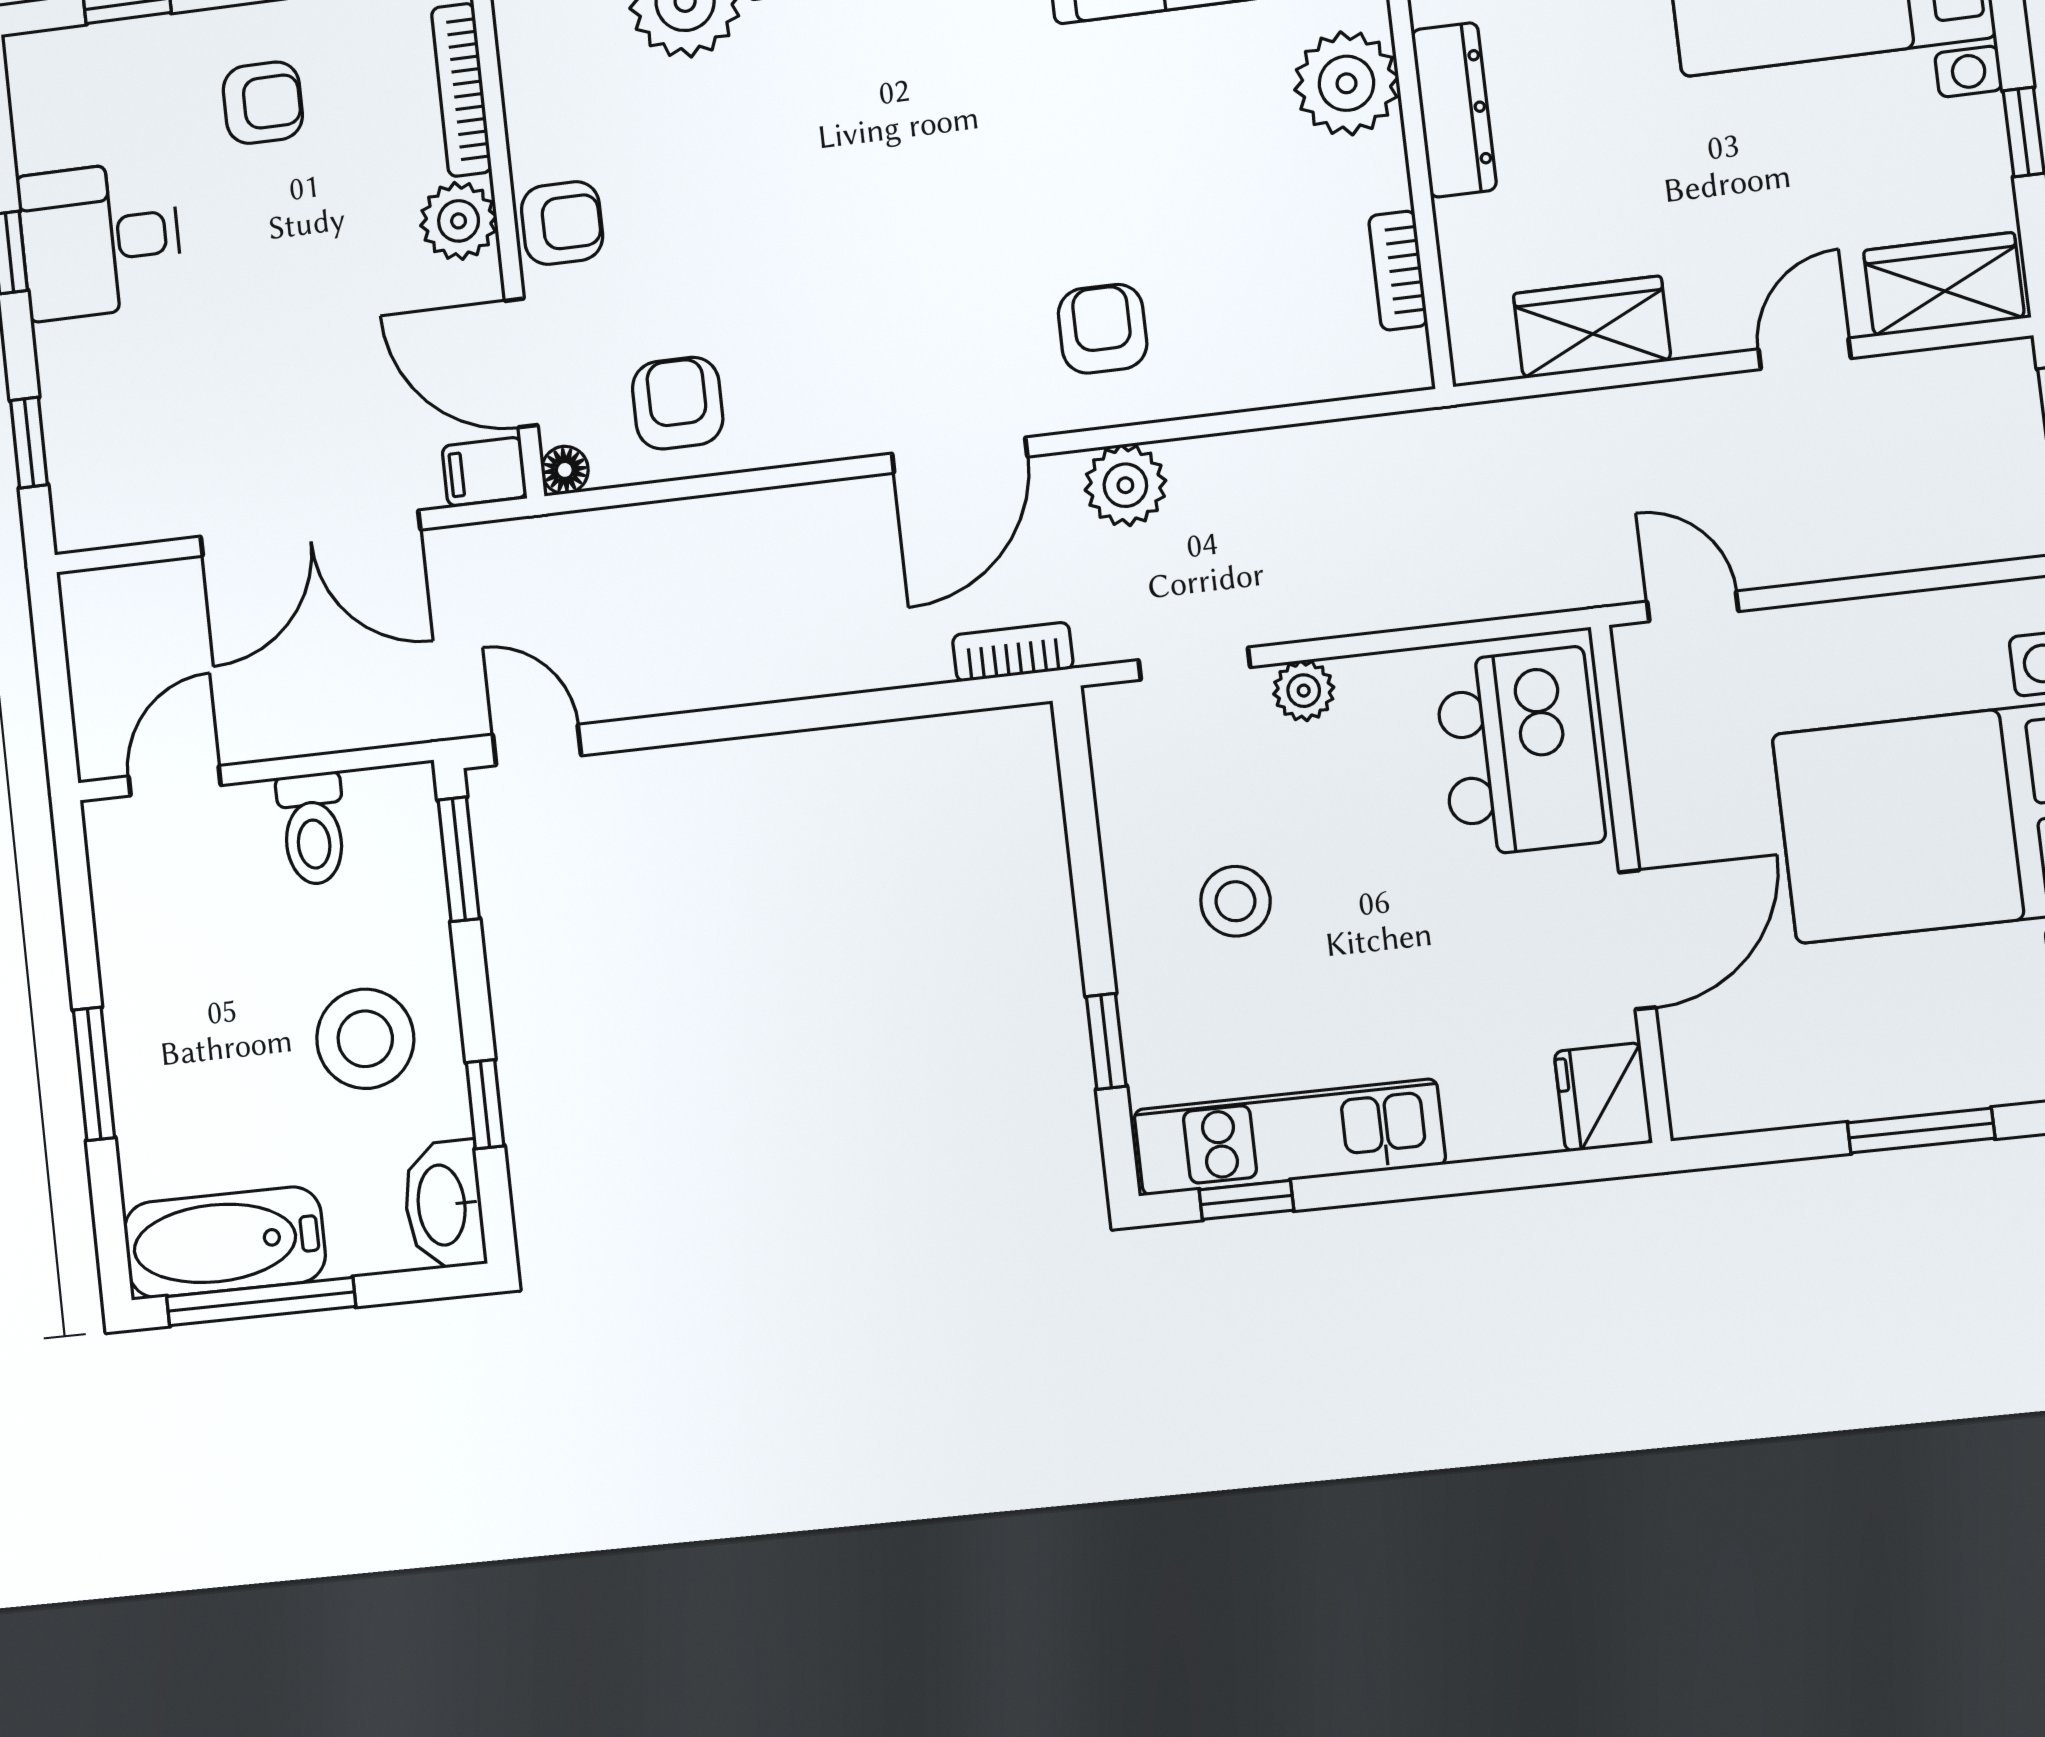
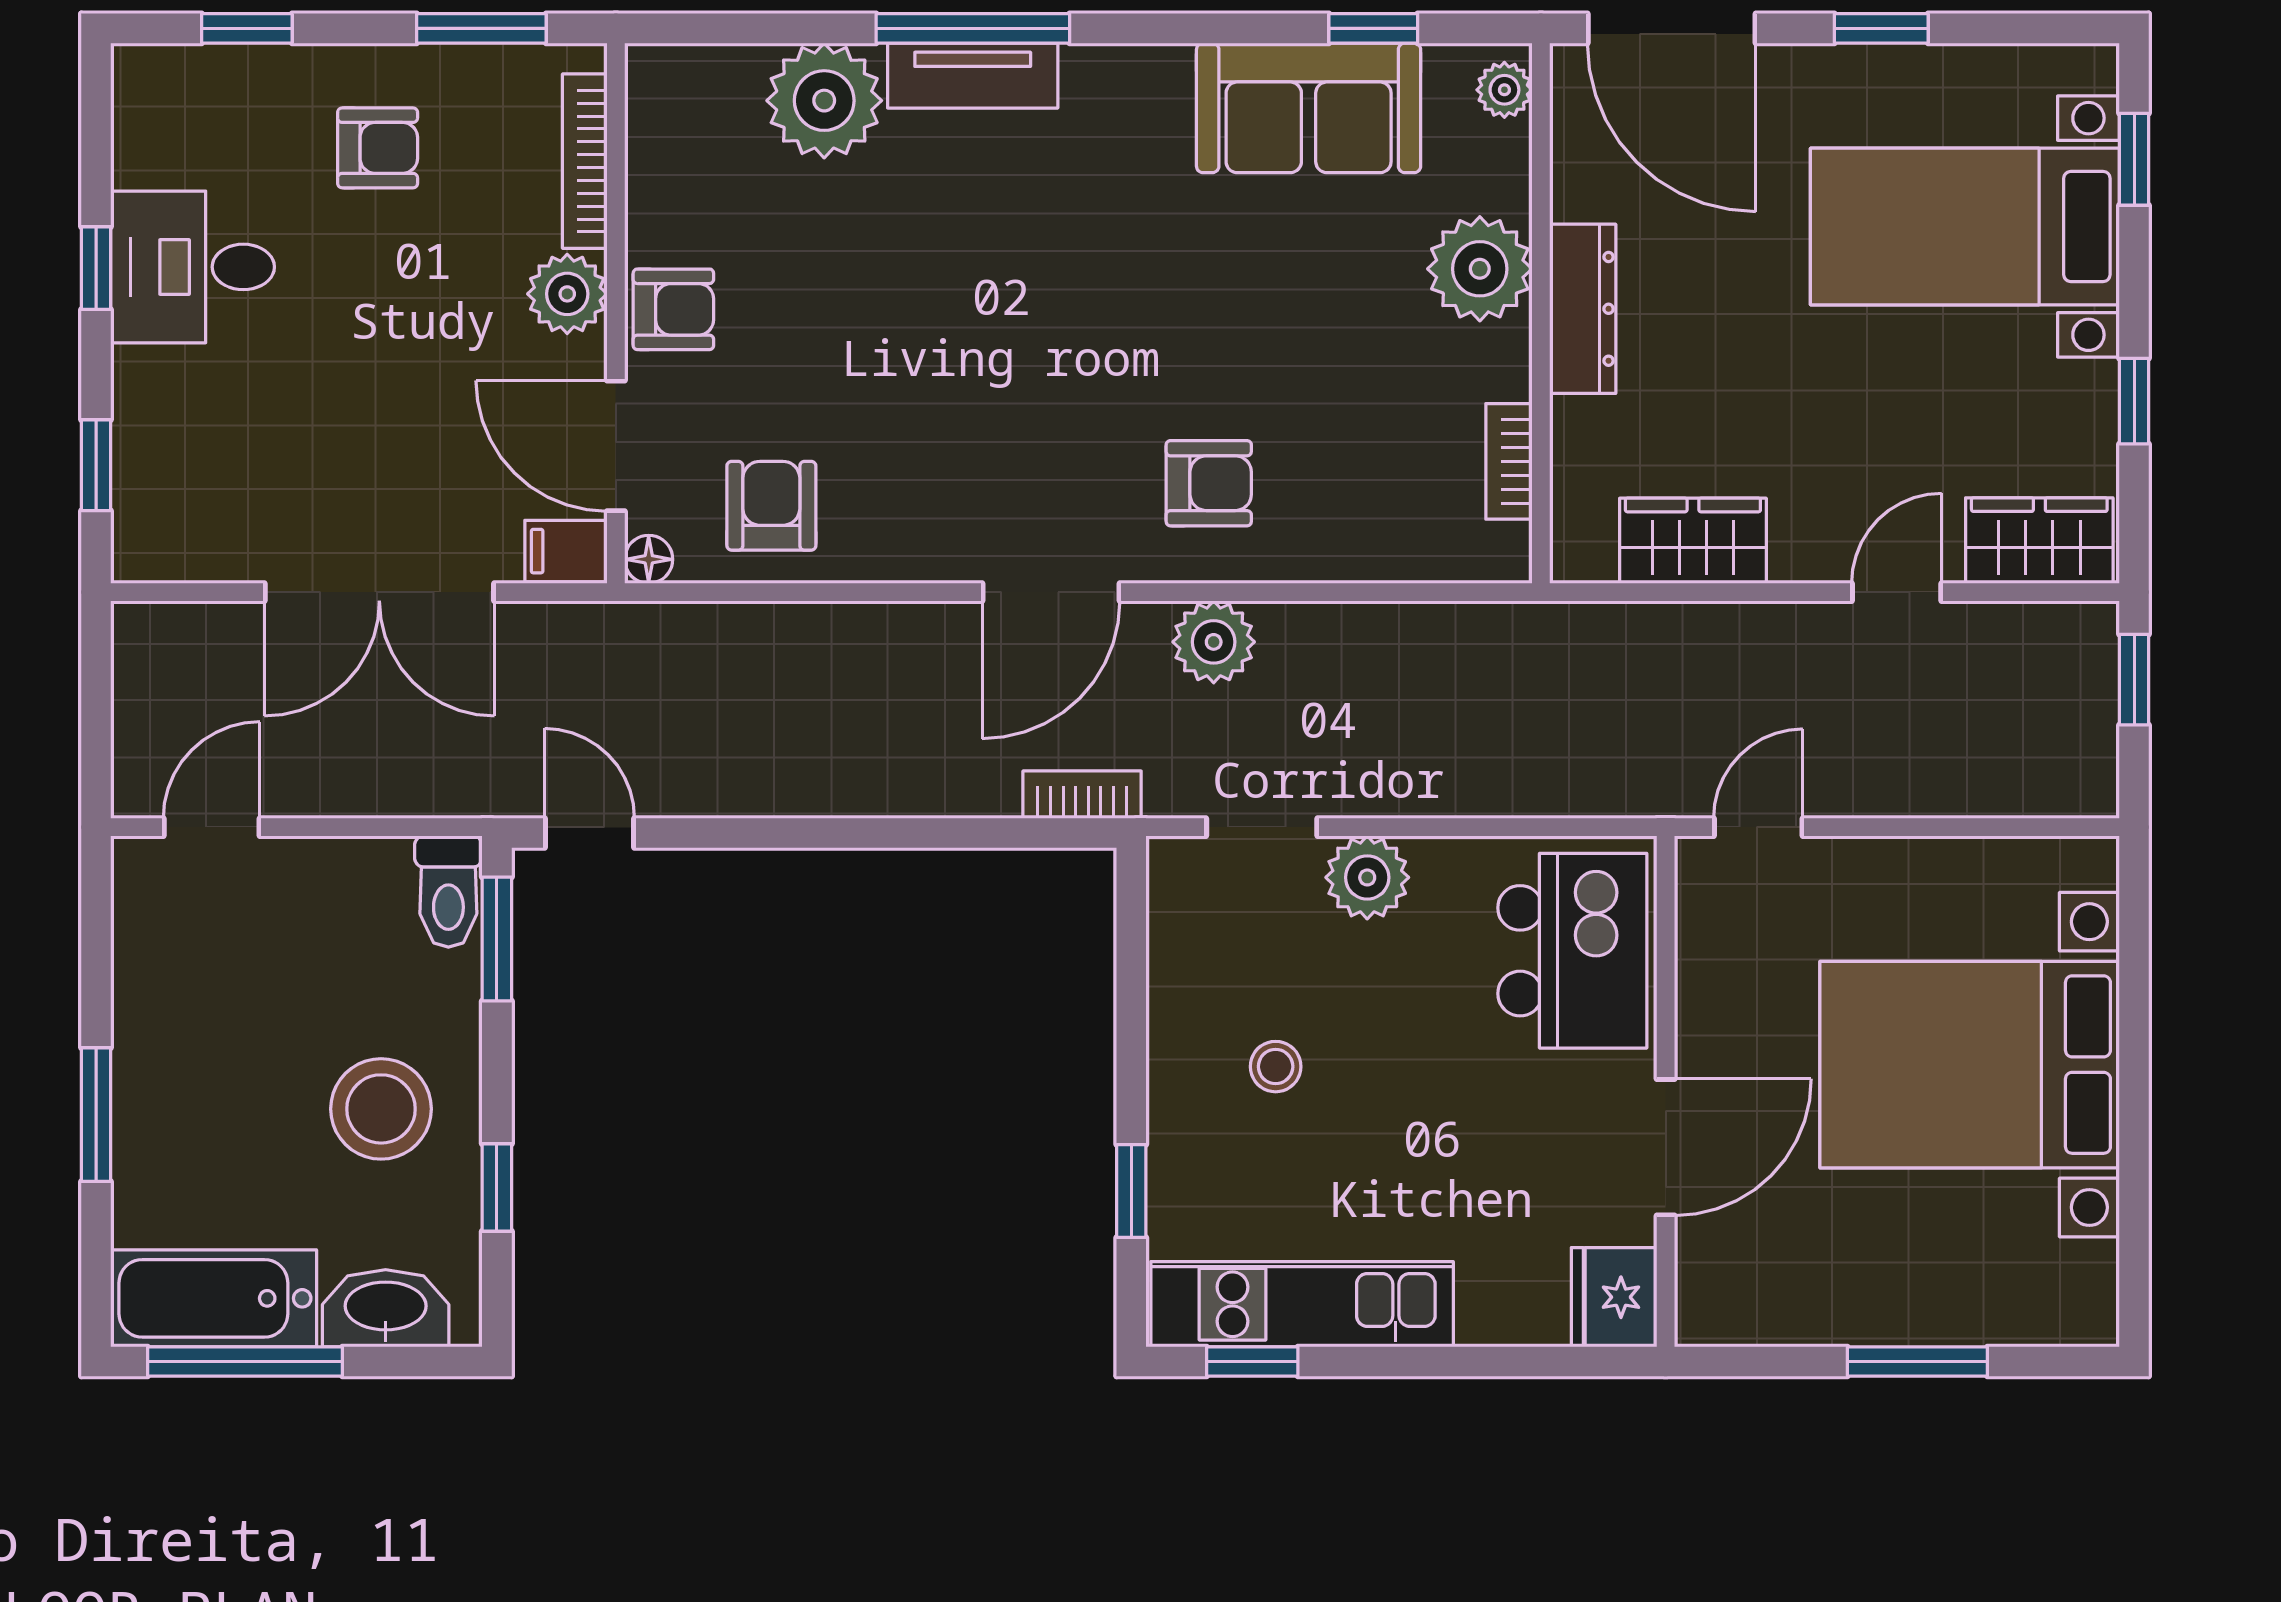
armchair: (1103, 329) -> (1209, 483), turned 90
door: (1693, 606) -> (1758, 827), hinge flipped
plant: (1304, 691) -> (1367, 877), width x1.38, depth x1.38
toilet: (313, 829) -> (448, 892), moved
stool: (1236, 901) -> (1276, 1067), width x0.73, depth x0.73
washbasin: (444, 1205) -> (386, 1308), moved, turned 90

